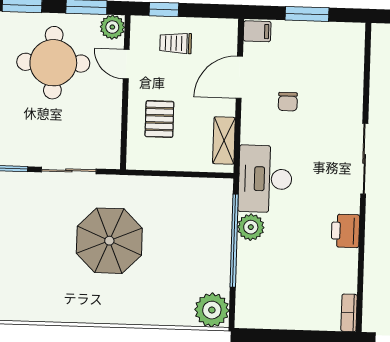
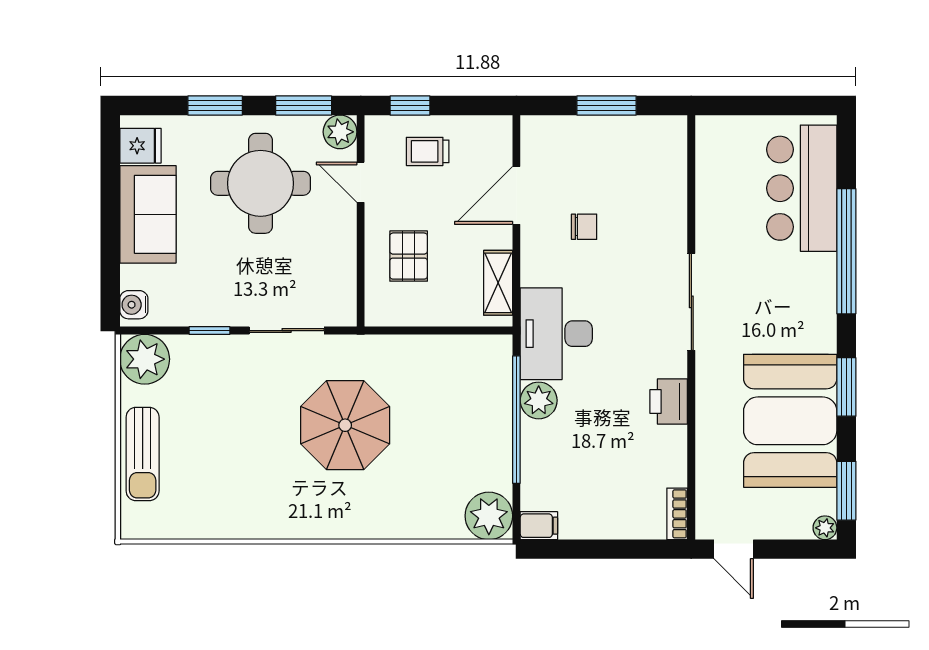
filing cabinet: (257, 31) -> (539, 526), moved
chair: (288, 102) -> (584, 227), turned -90

